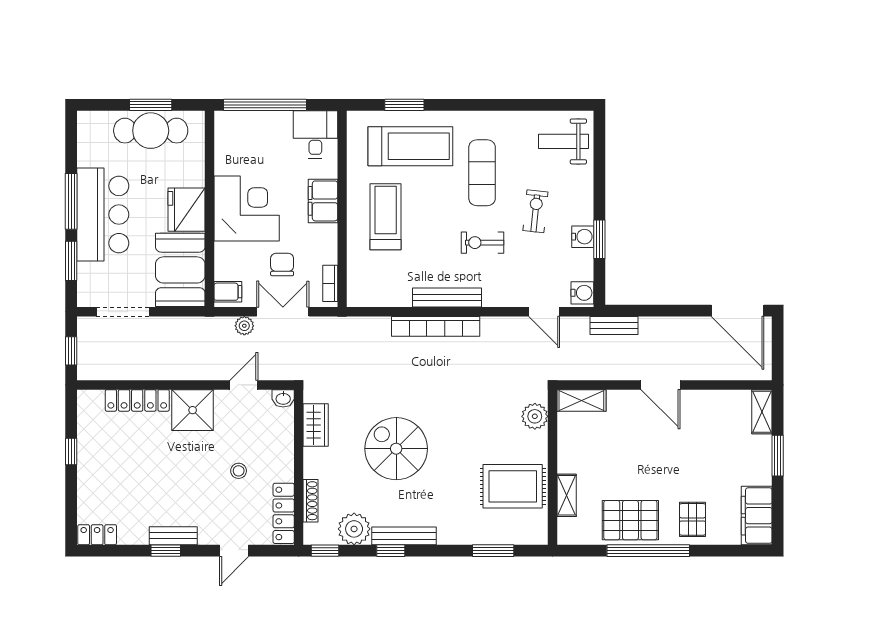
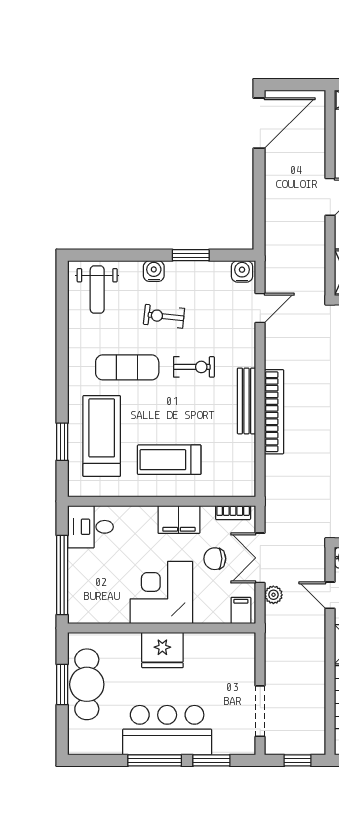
filing cabinet: (323, 201) -> (179, 520), moved
water cooler: (583, 237) -> (154, 271), moved
exercise bike: (483, 243) -> (194, 367), turned -90
booth: (180, 270) -> (220, 656), removed
bench: (614, 325) -> (273, 241), removed

